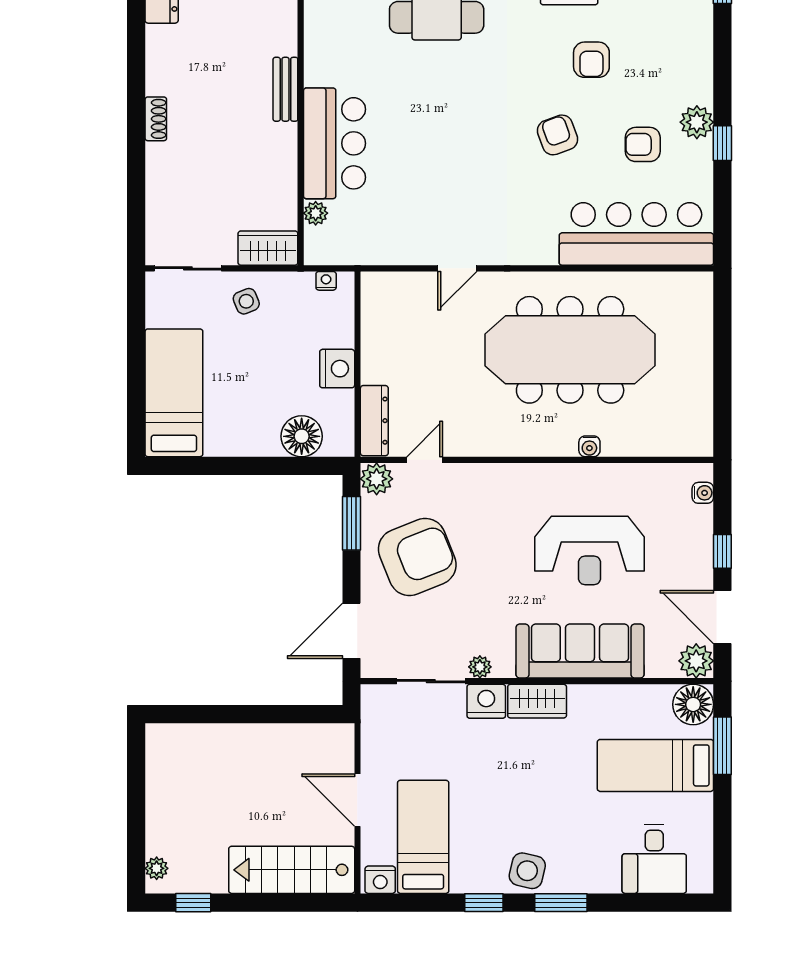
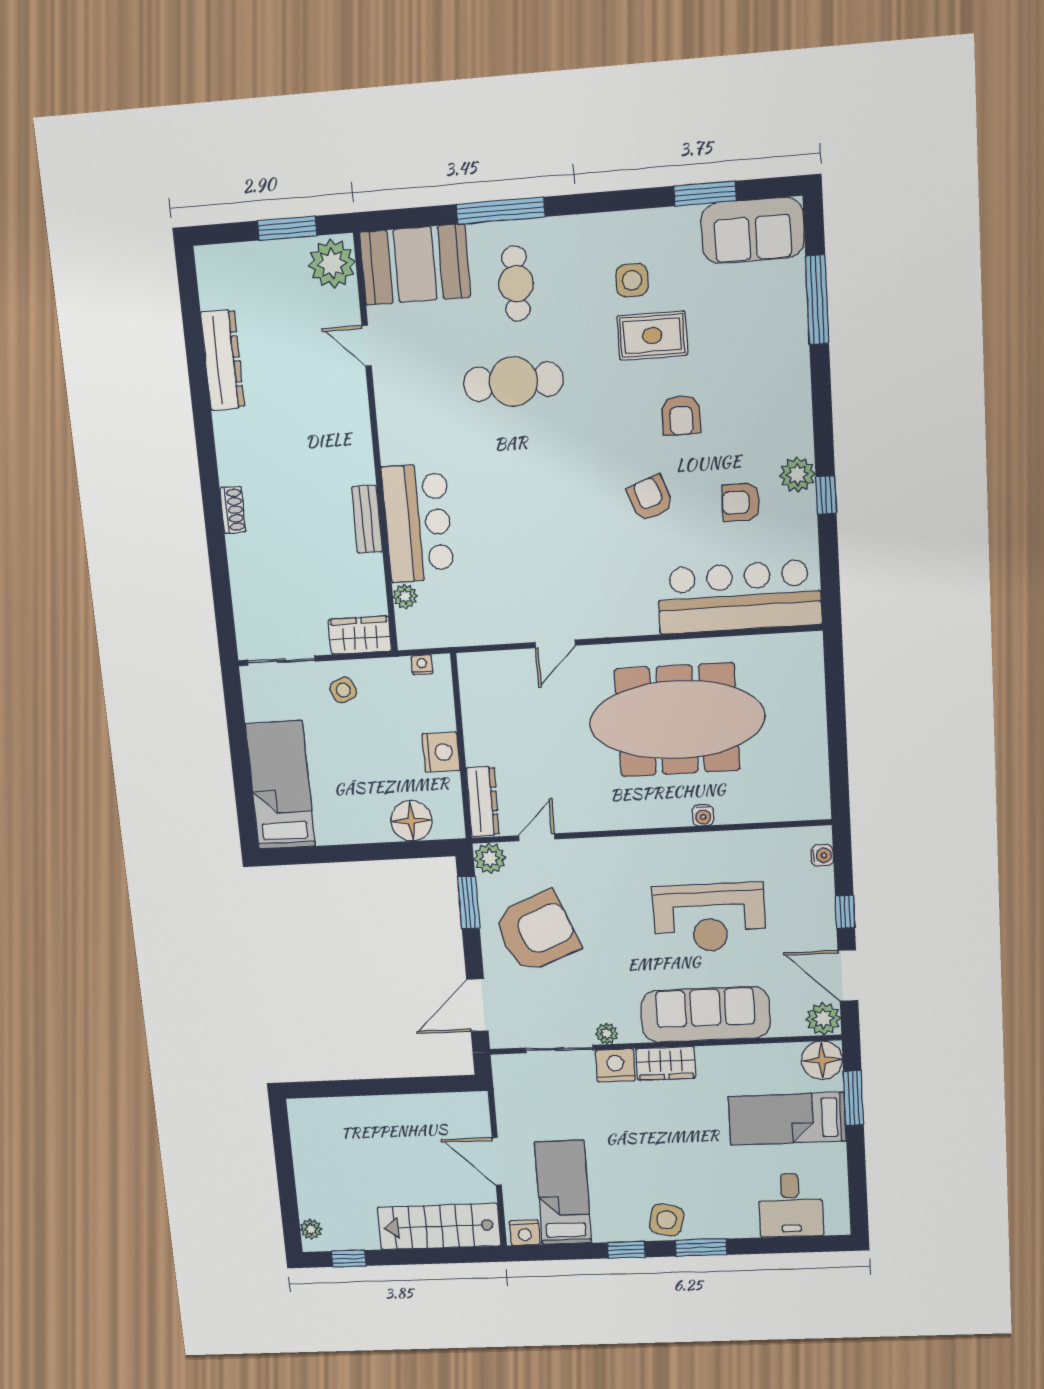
bench: (285, 89) -> (367, 519), moved

